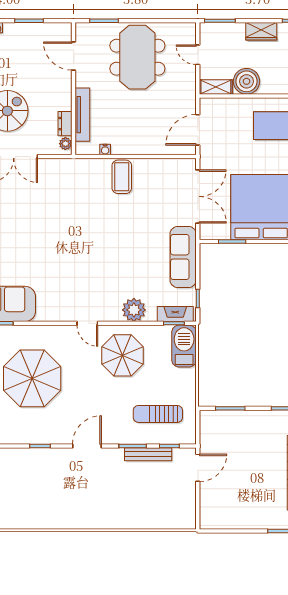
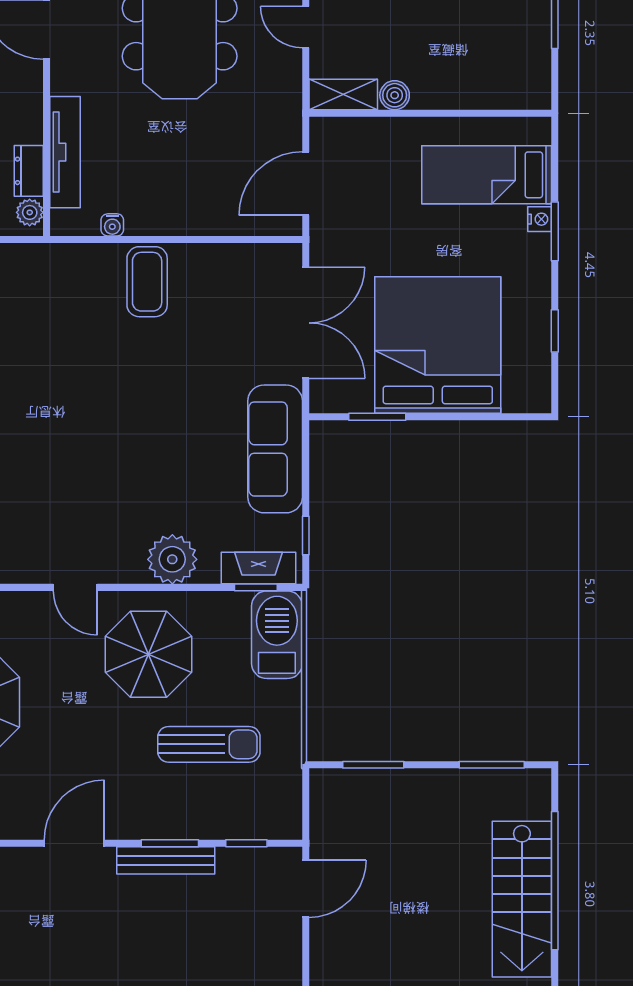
boiler: (247, 81) -> (395, 95), width x0.54, depth x0.54
sun lounger: (158, 414) -> (209, 744), moved, turned 180
bench: (148, 454) -> (166, 860), moved

